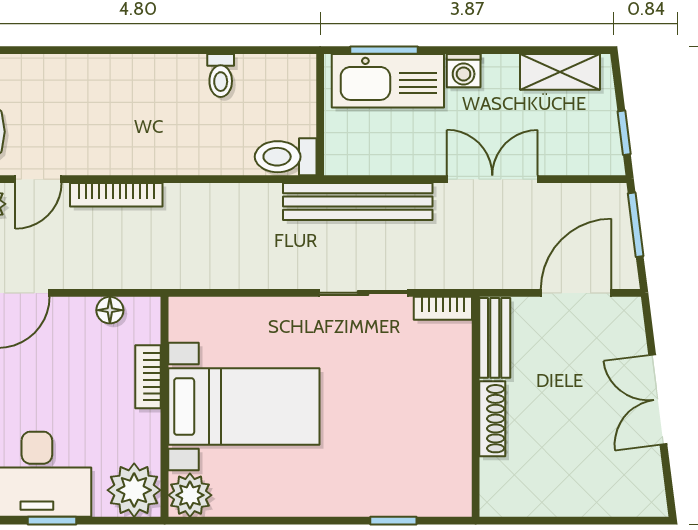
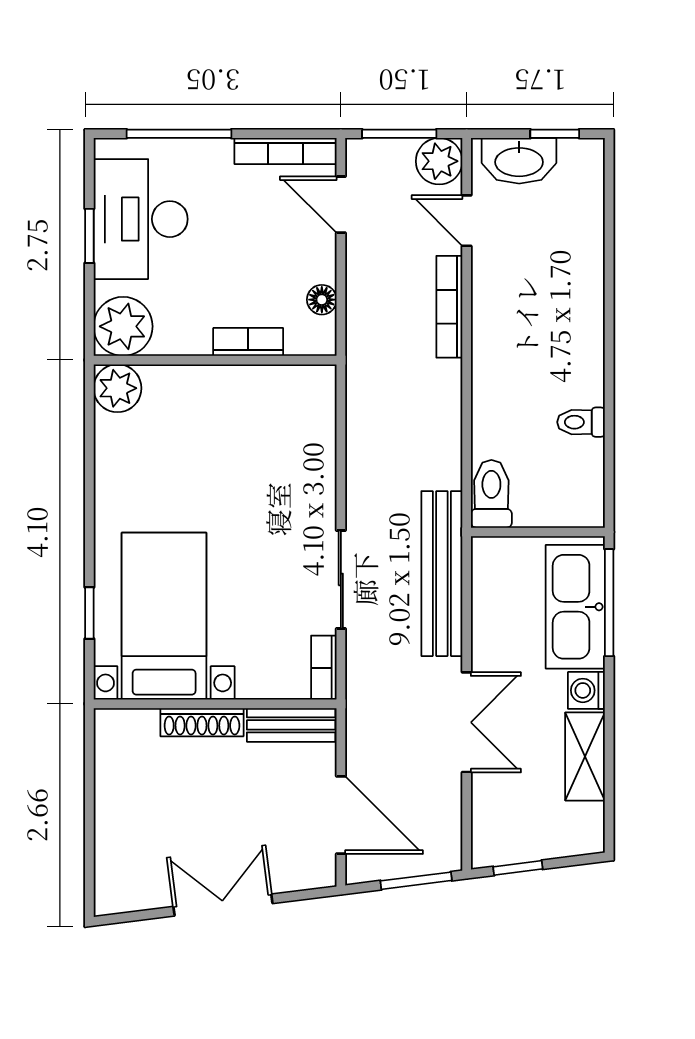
window: (384, 50) -> (609, 603), width x1.44
shelving: (560, 72) -> (585, 756), moved
bed with nightstands: (244, 407) -> (164, 616), moved, turned 180

